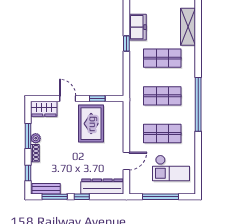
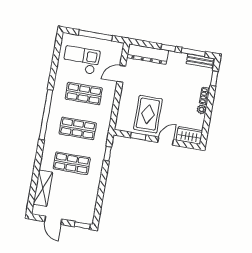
freezer: (138, 27) -> (90, 196), removed
window: (126, 43) -> (108, 154), moved
door: (68, 98) -> (166, 141), swing flipped
window: (28, 136) -> (208, 113), removed

